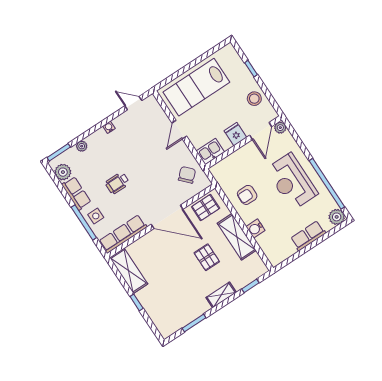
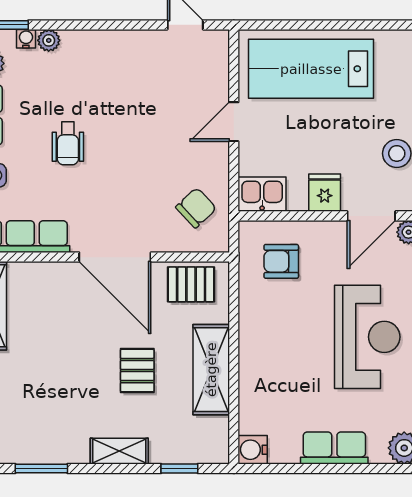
water cooler: (109, 127) -> (26, 39), moved
reception desk: (292, 181) -> (367, 337), turned 180
wheelchair: (117, 183) -> (68, 143), turned -90
armchair: (247, 195) -> (281, 261), moved
water cooler: (255, 229) -> (253, 450), moved

